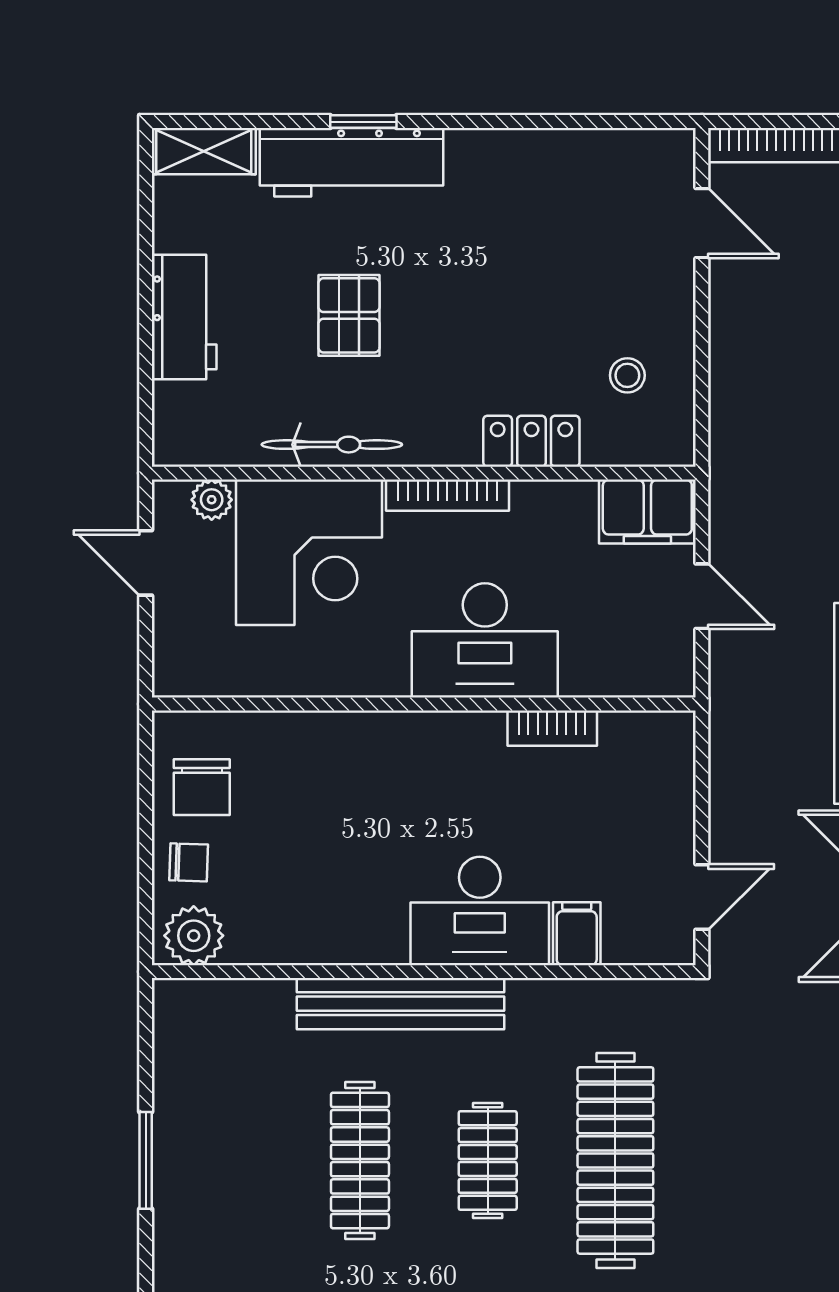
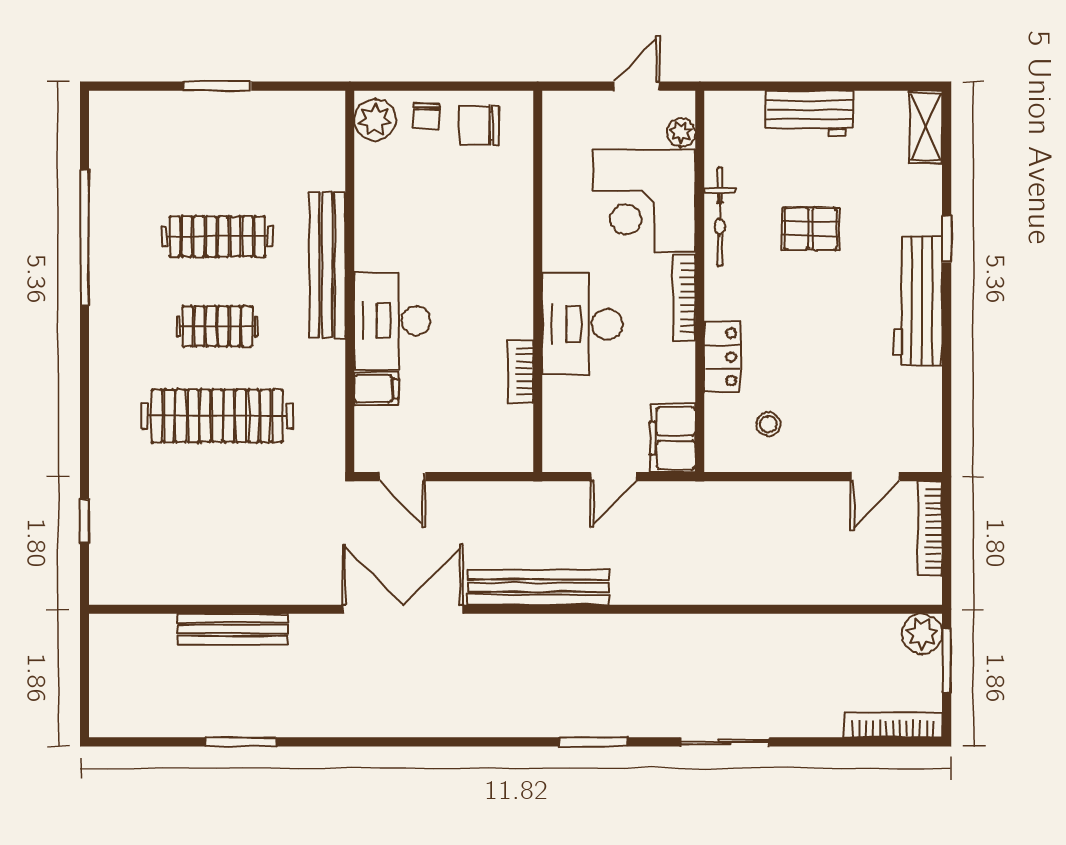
workbench: (351, 162) -> (918, 301), moved

